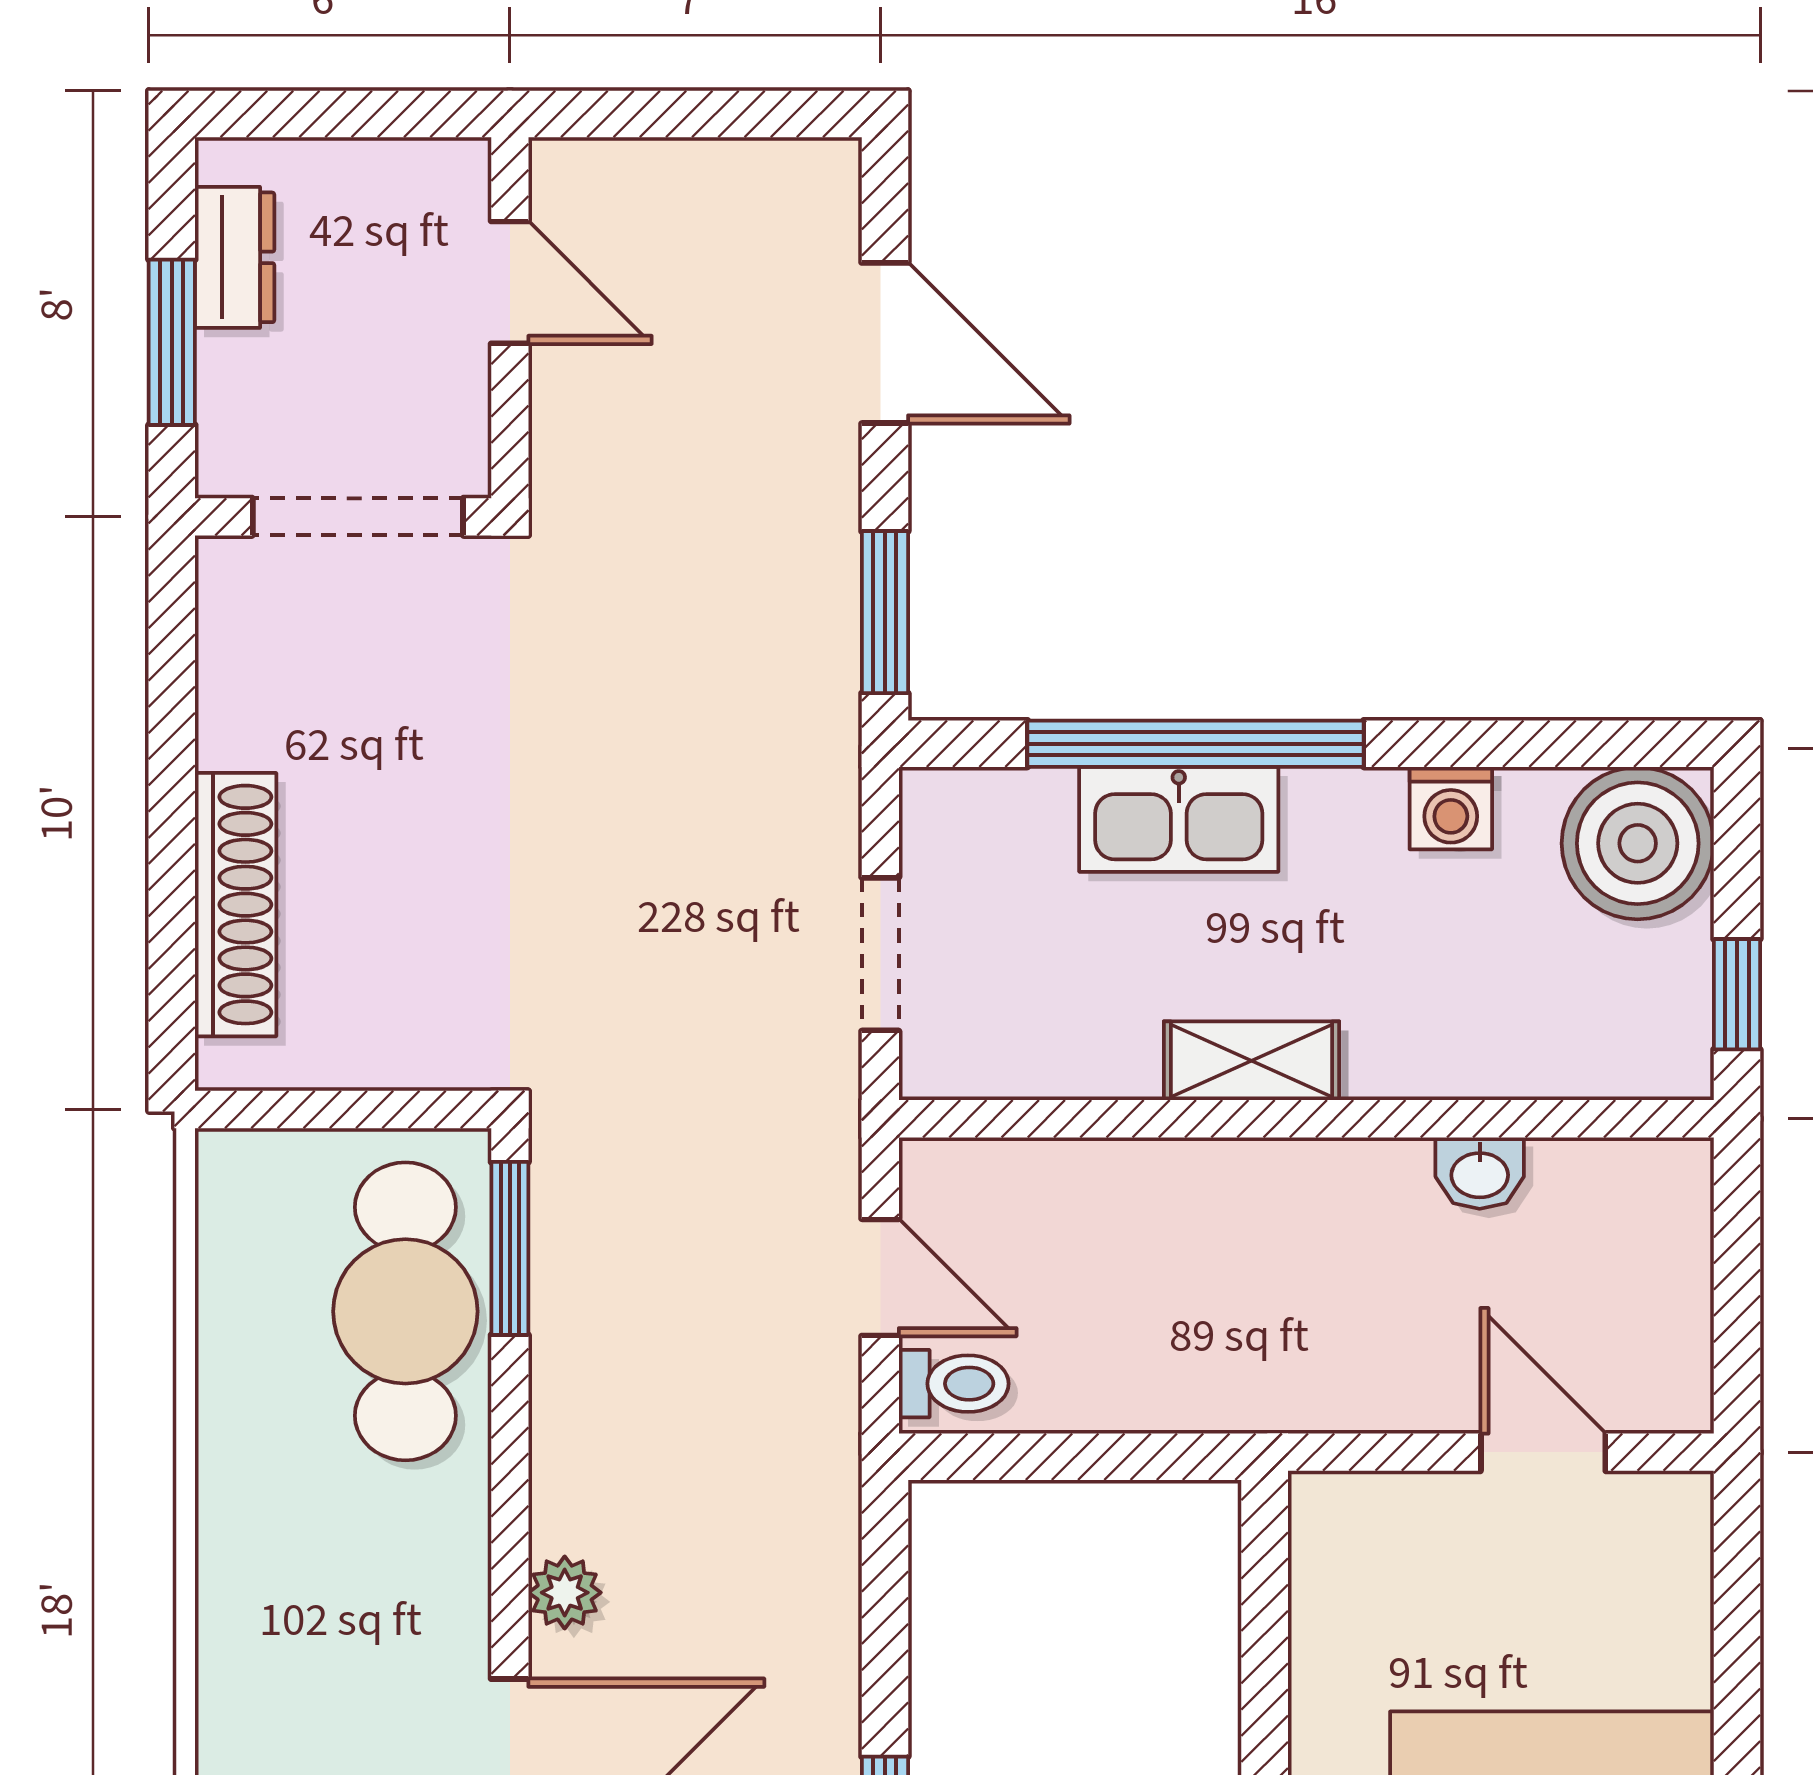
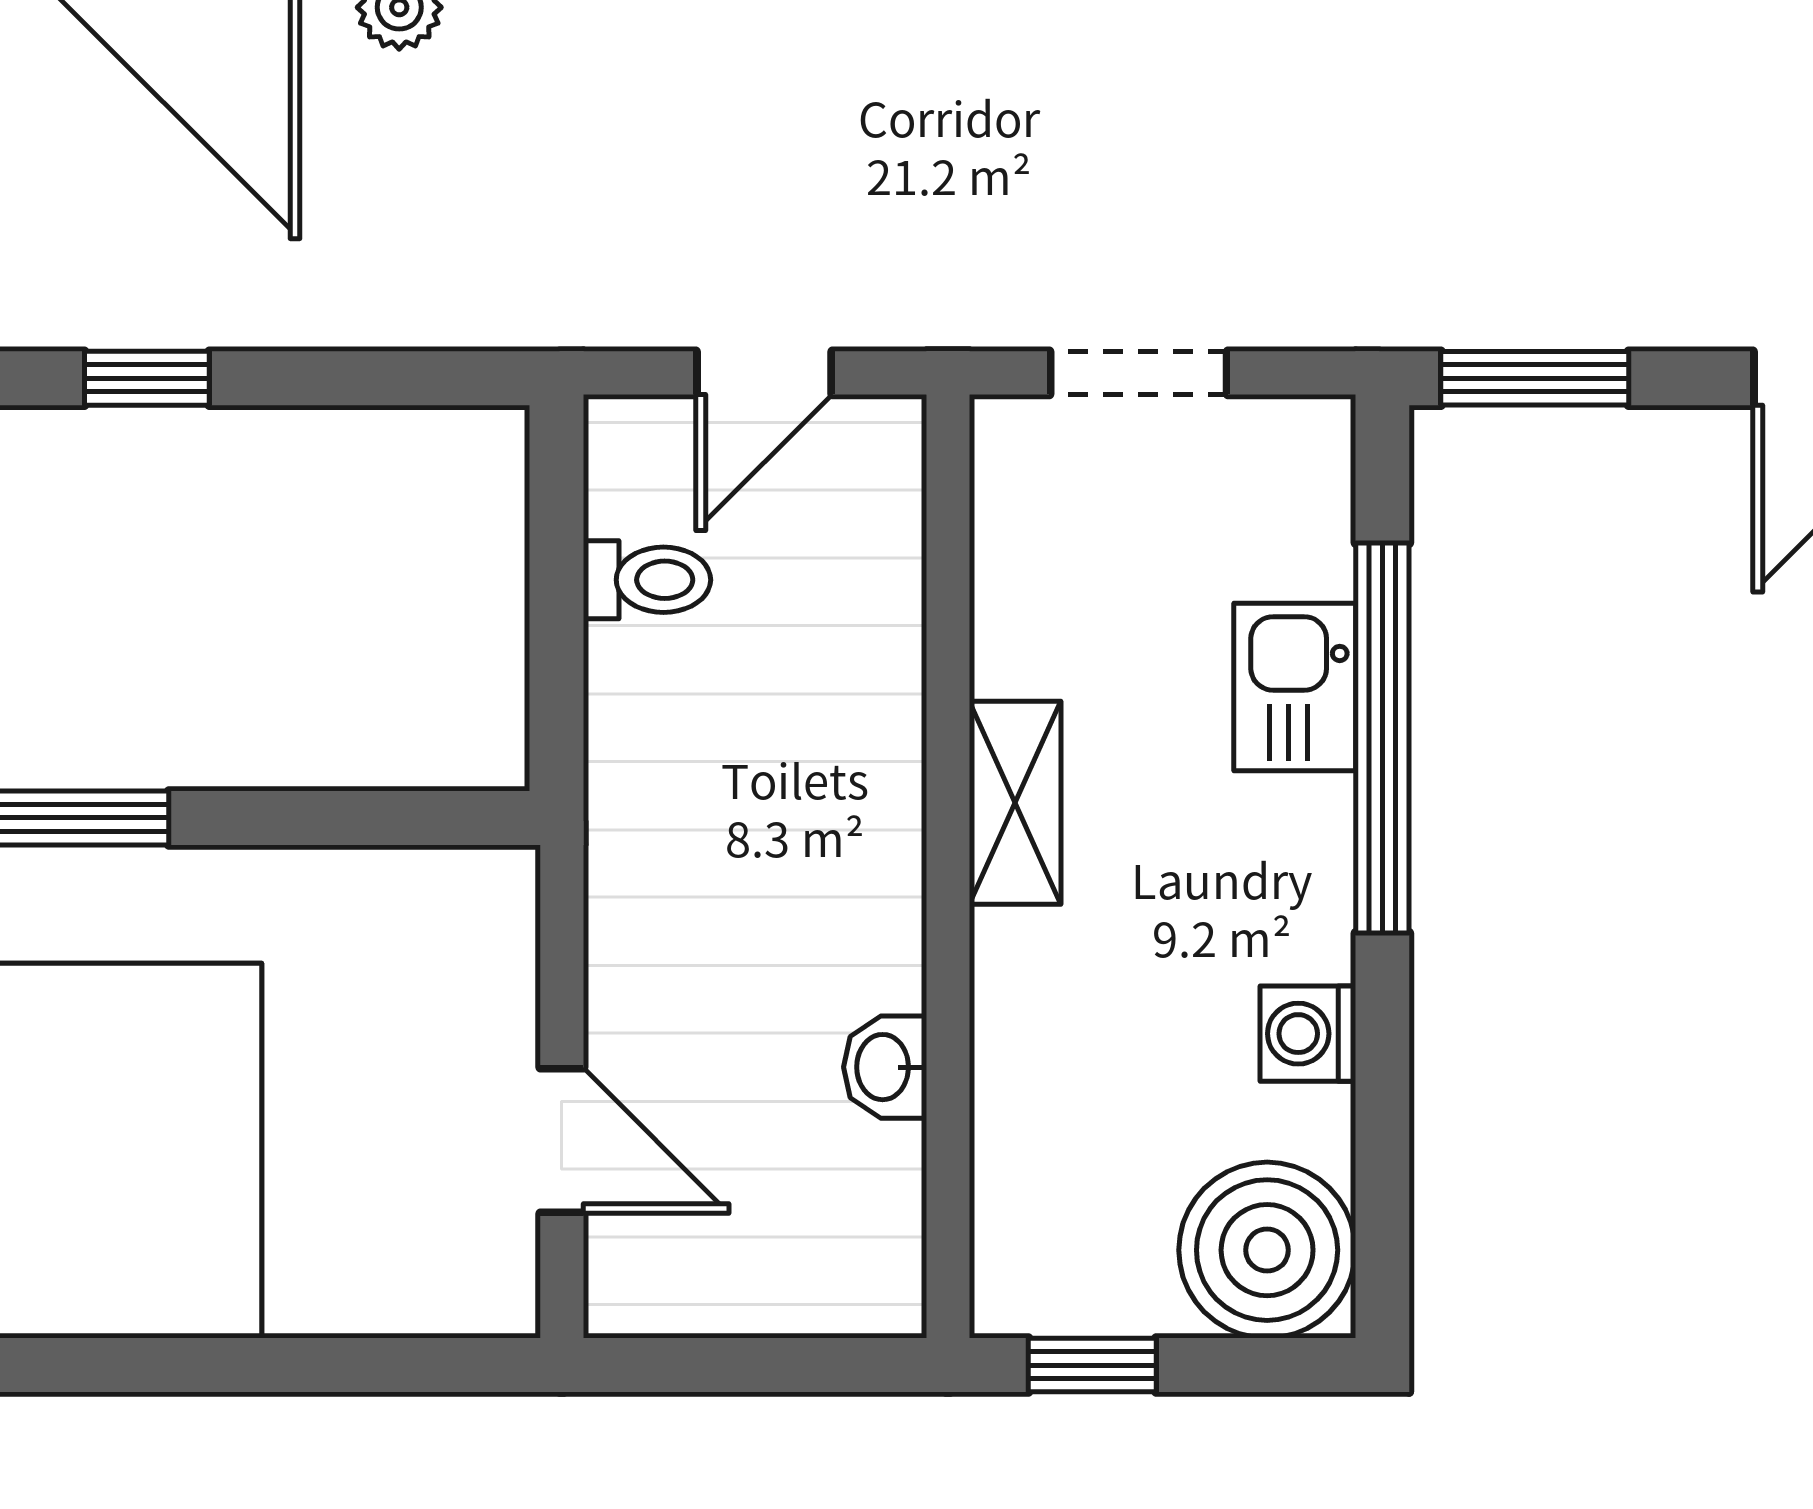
kitchen sink: (1179, 819) -> (1295, 687), width x0.73
toilet: (954, 1384) -> (647, 580), moved, turned -90
door: (1543, 1452) -> (562, 1141), hinge flipped

